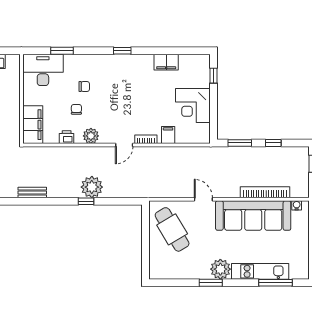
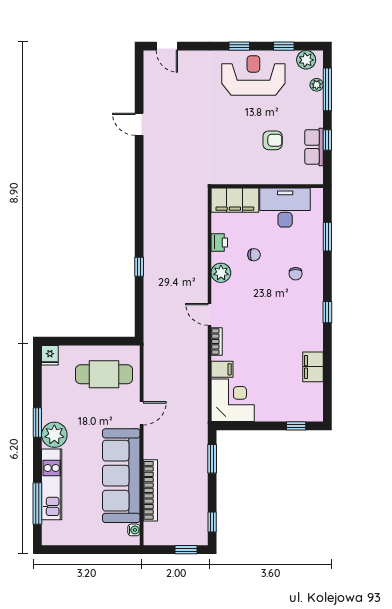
desk: (43, 70) -> (285, 207), moved, turned -90
chair: (84, 87) -> (296, 274), moved
corner desk: (193, 105) -> (233, 400), moved, turned 90
window: (273, 143) -> (212, 522), moved
plant: (92, 187) -> (157, 274), removed
bench: (32, 193) -> (150, 200), removed
cafe table: (172, 229) -> (104, 374), turned 31
fridge: (157, 273) -> (50, 355), added

